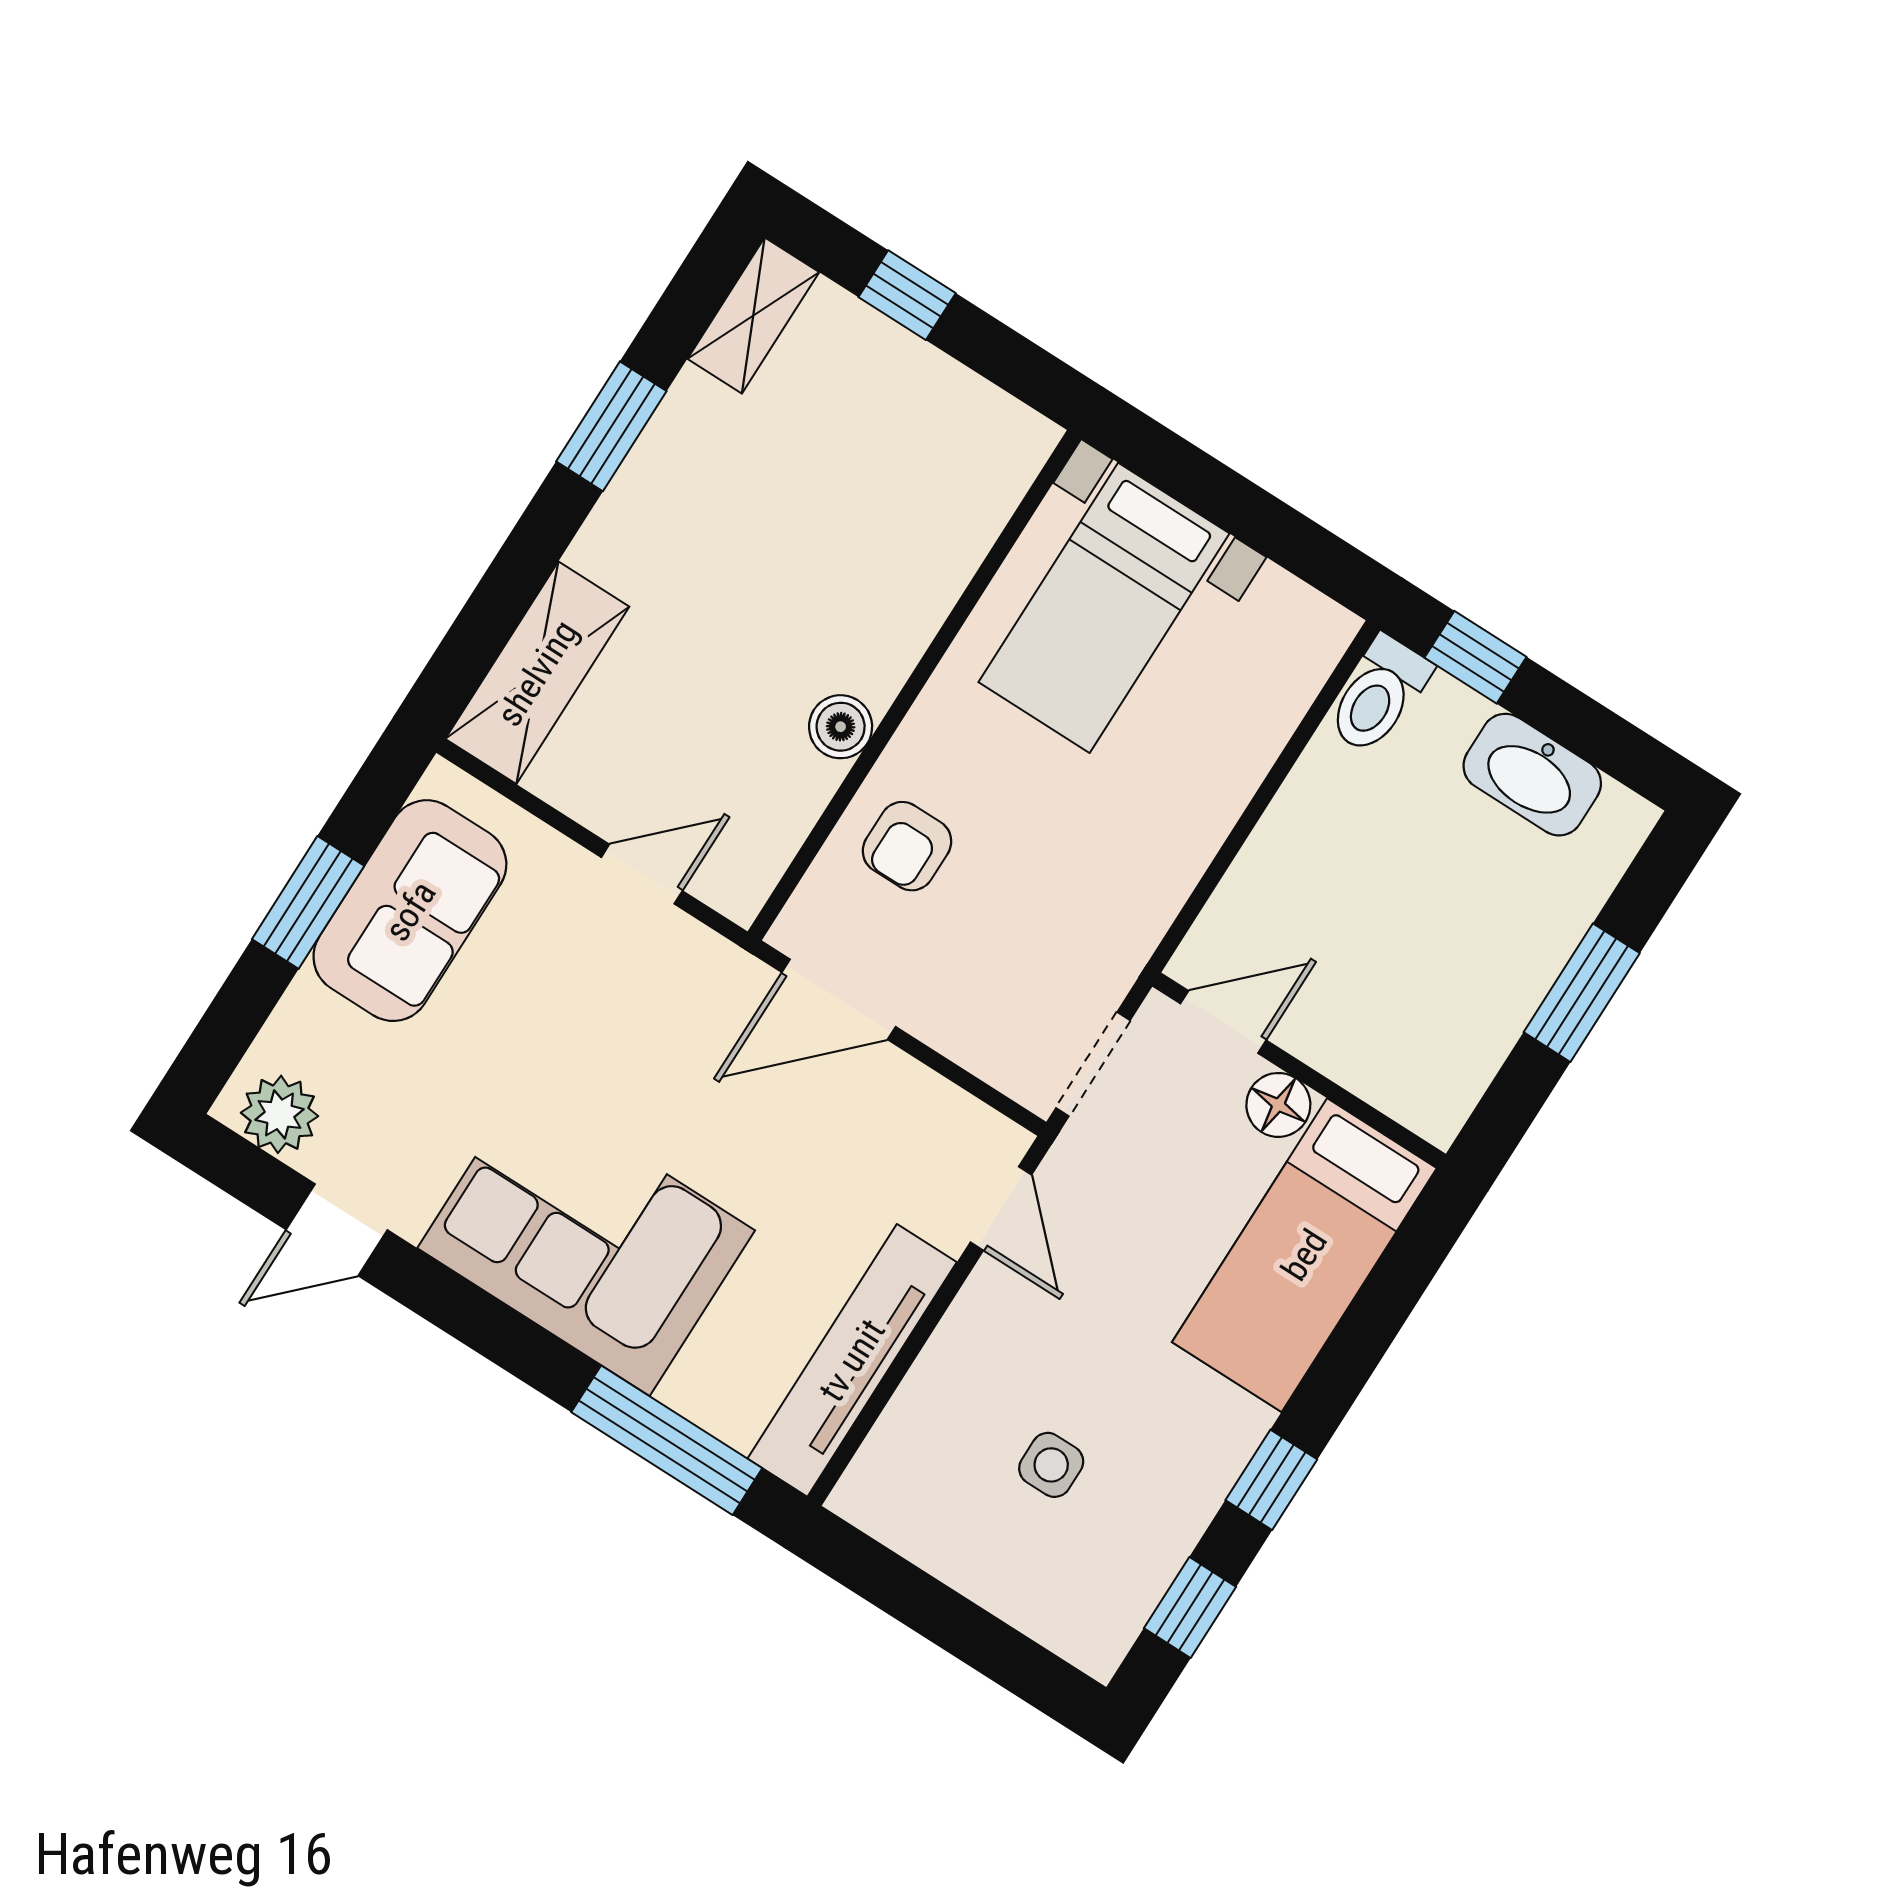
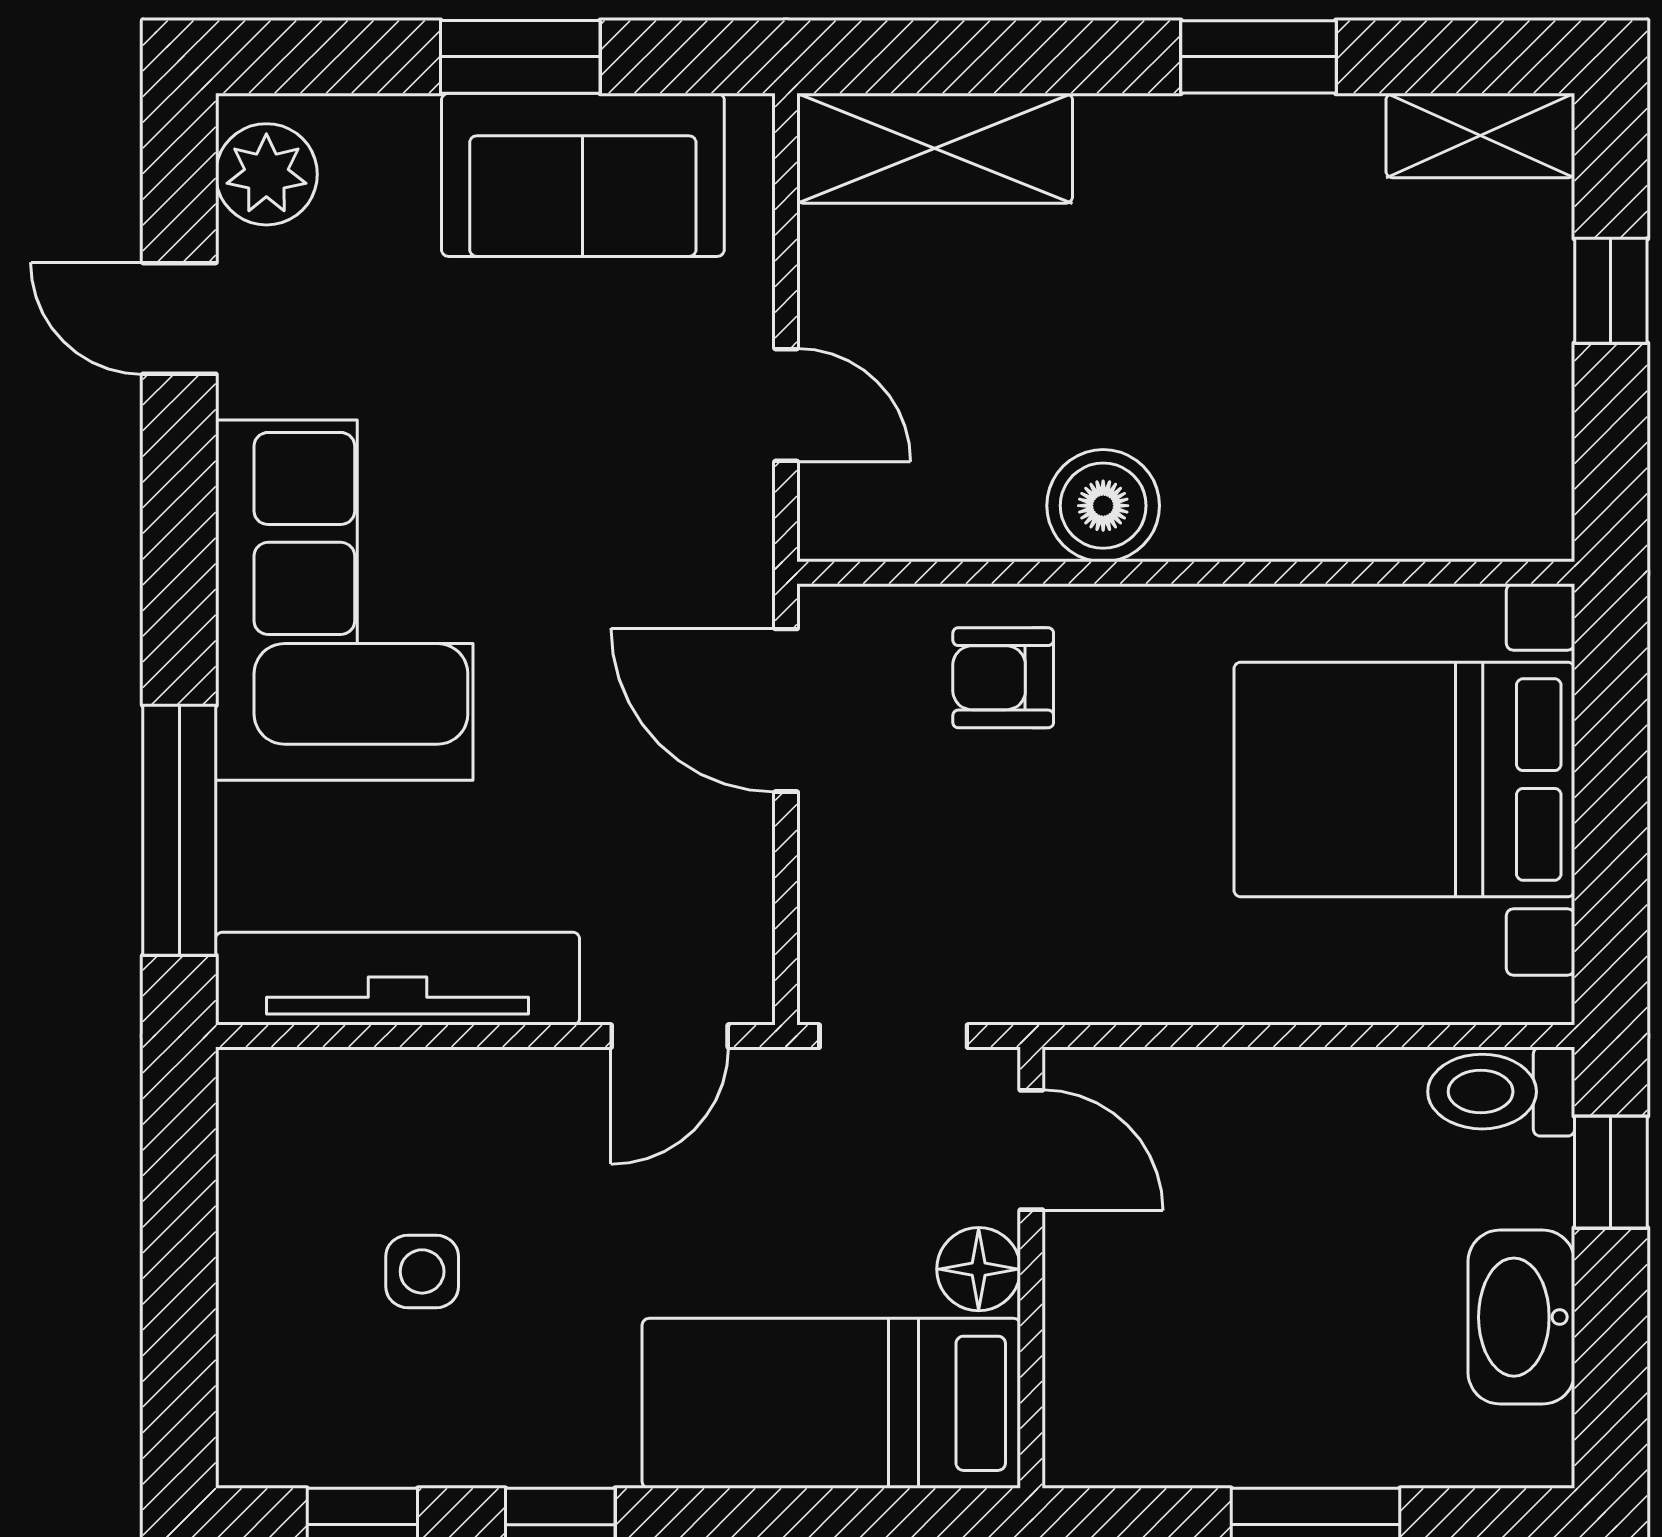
bed with nightstands: (1104, 608) -> (1404, 780), width x1.36
boiler: (841, 727) -> (1103, 506), width x1.36, depth x1.36

